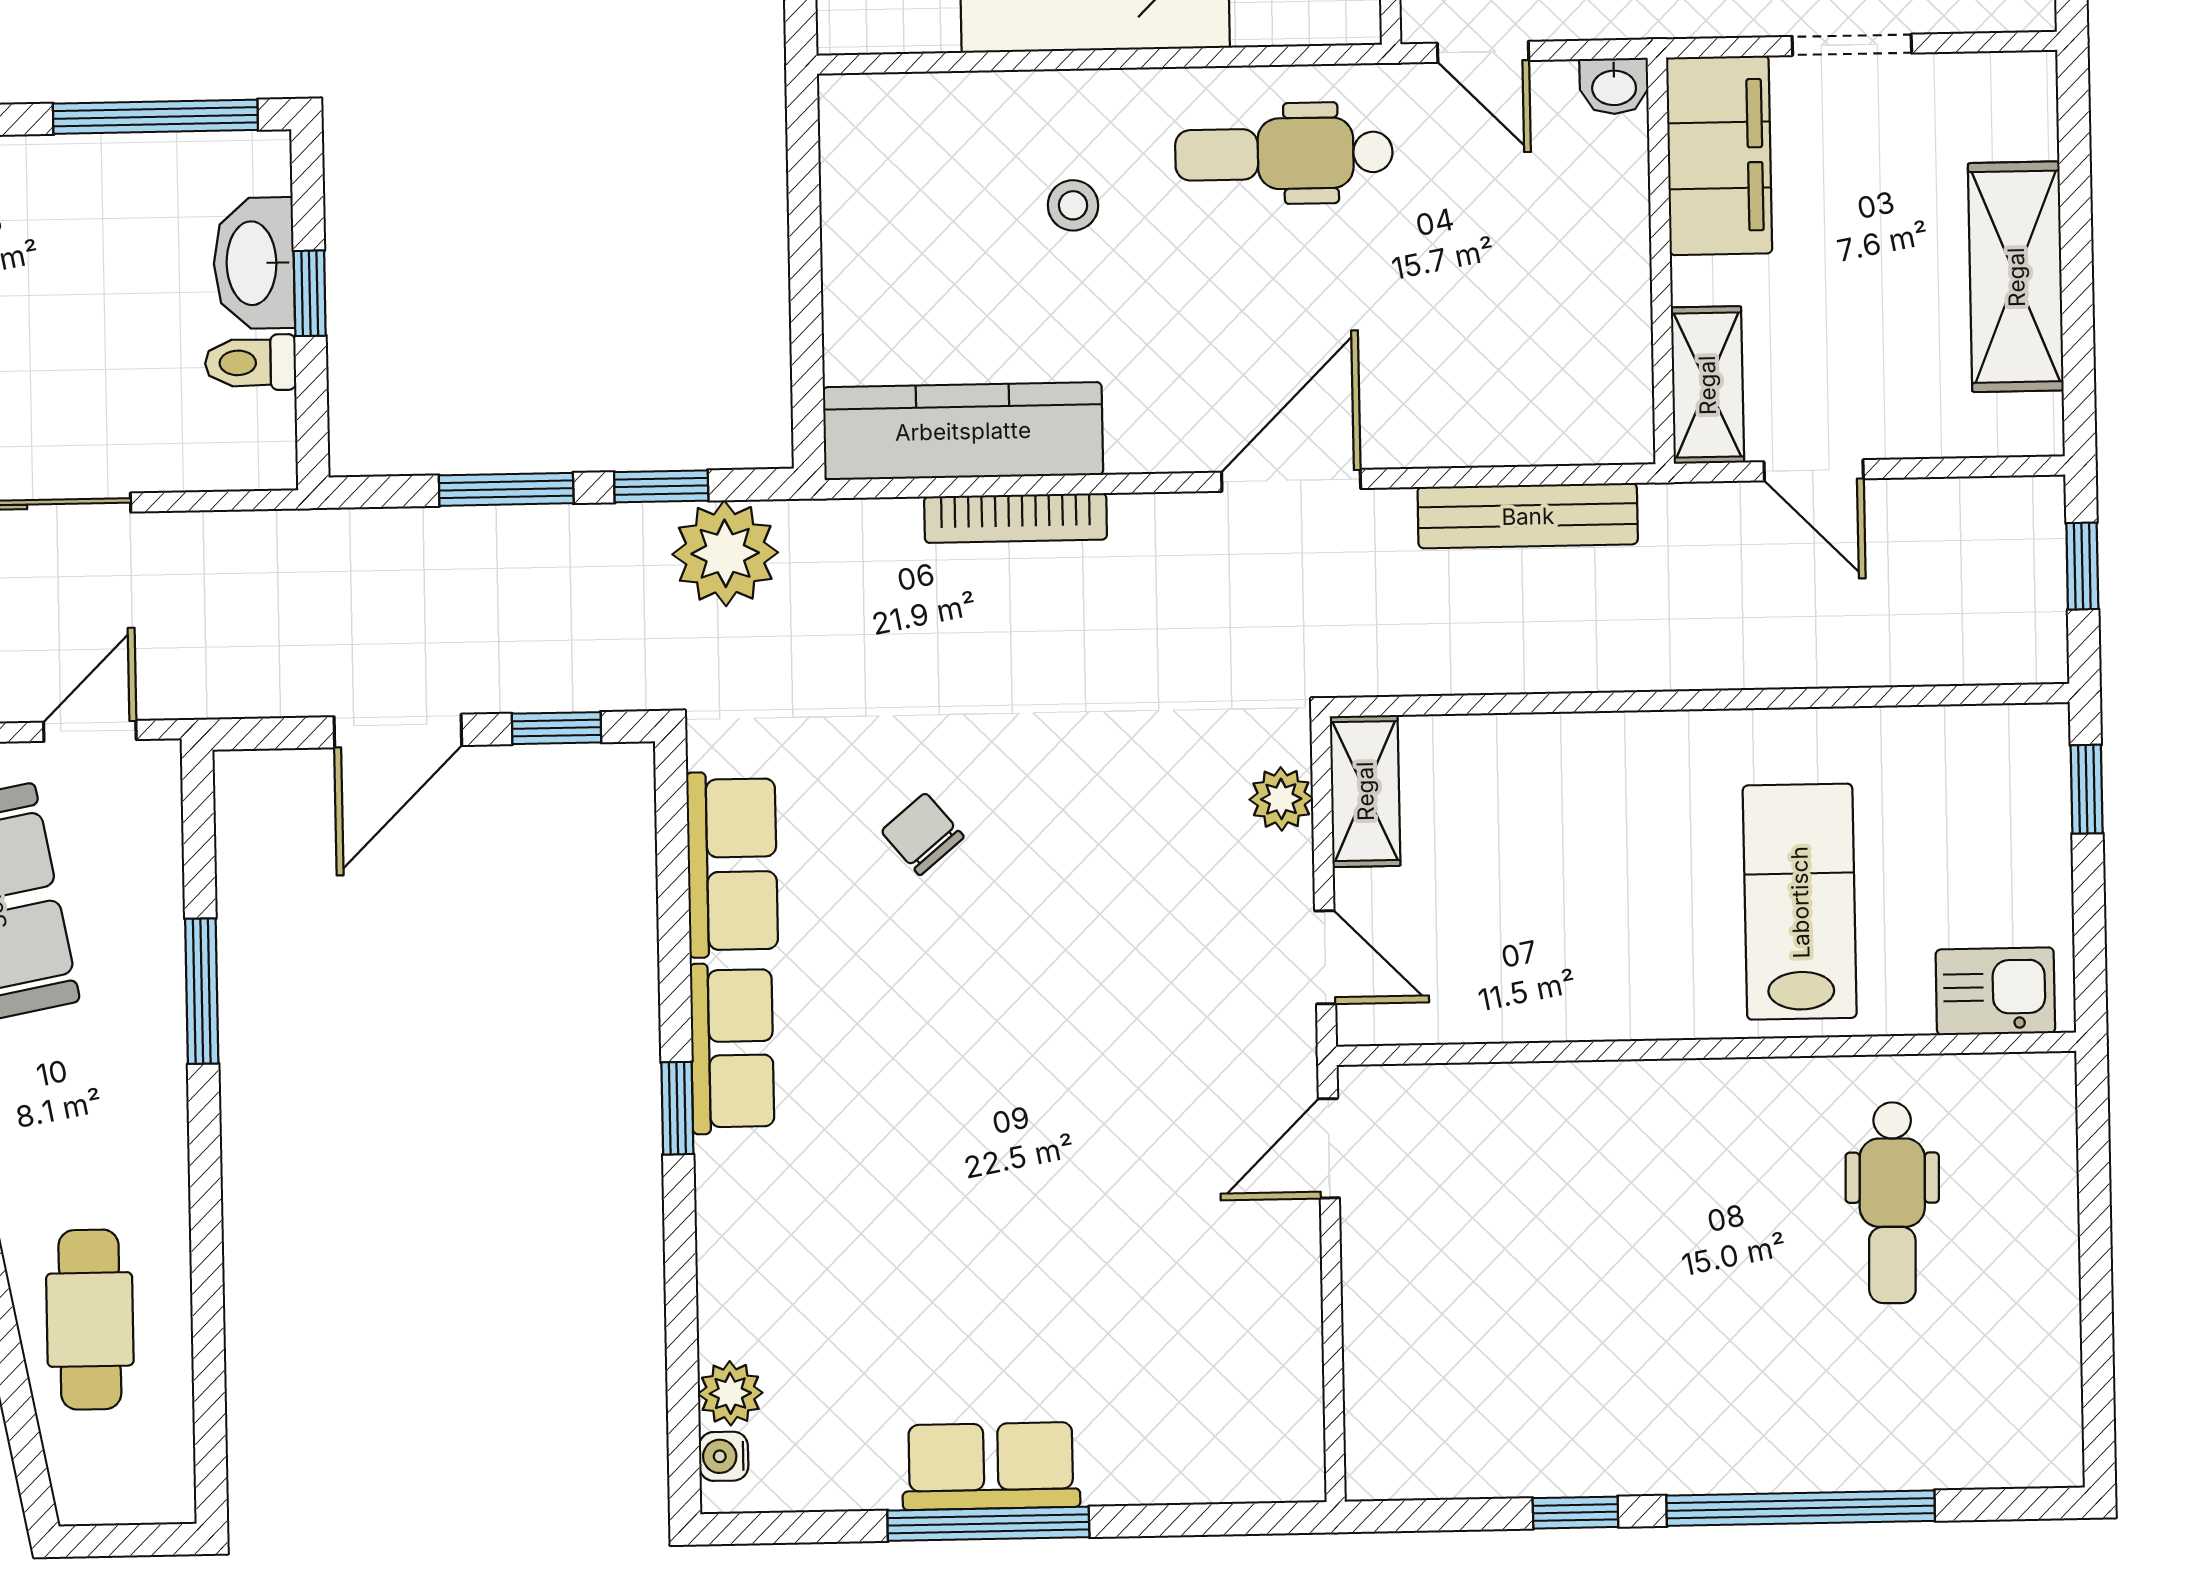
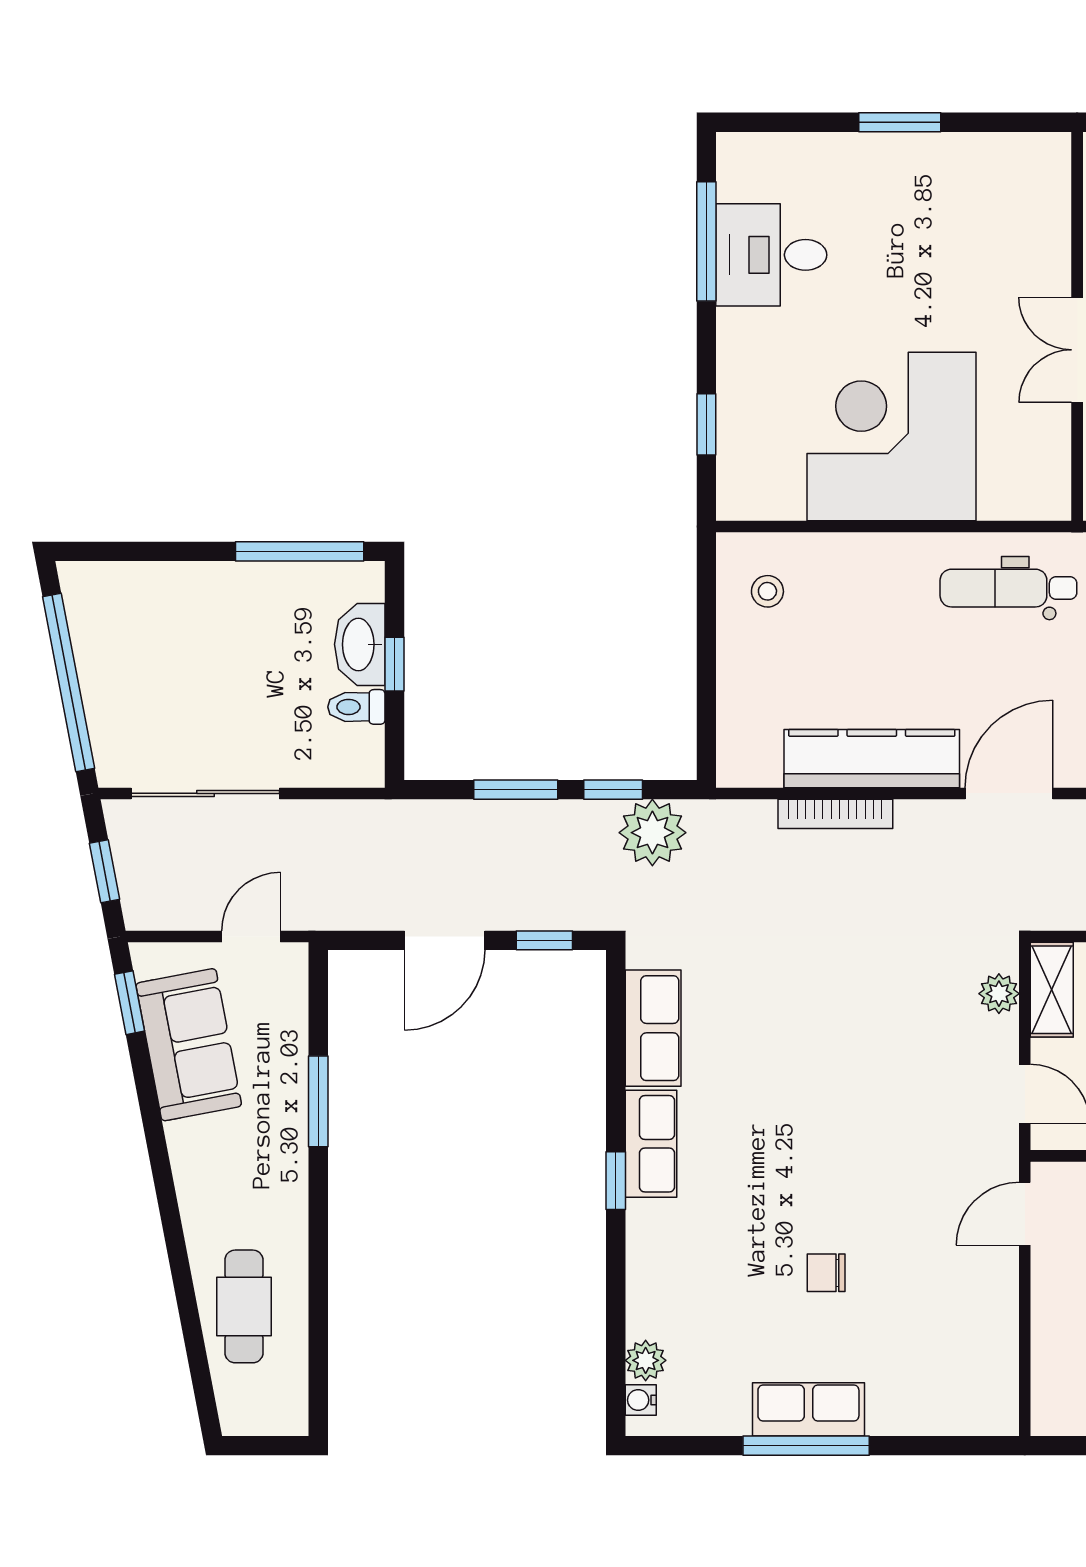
stool: (1073, 205) -> (767, 591), moved
kitchen counter: (963, 431) -> (872, 759), moved
chair: (923, 834) -> (826, 1273), moved, turned -50

